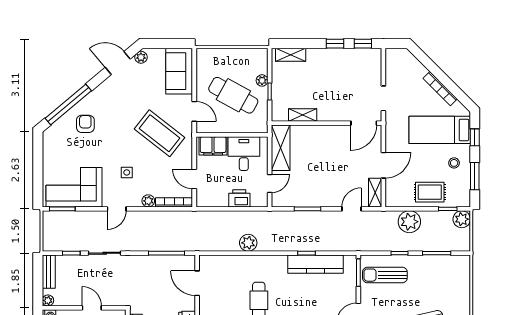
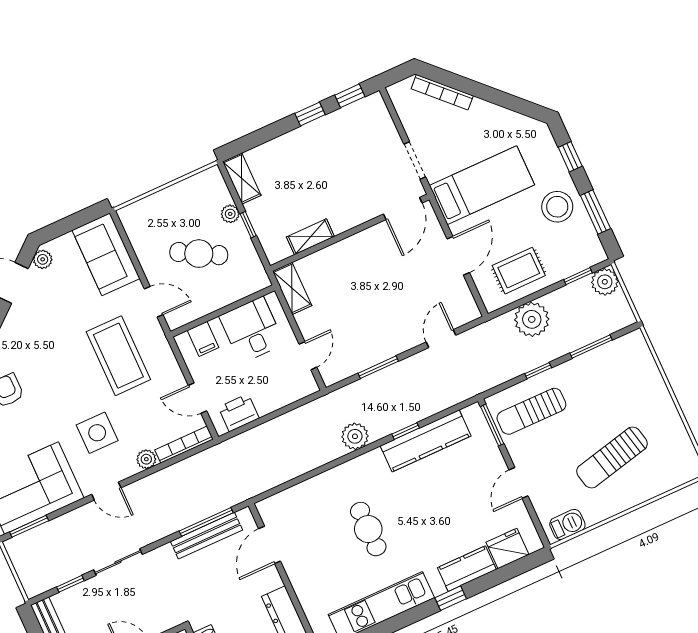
shelving: (291, 55) -> (242, 178), moved, turned 90
bookcase: (440, 89) -> (442, 92), moved
cafe table: (233, 95) -> (199, 254), width x0.73, depth x0.74
bed: (440, 130) -> (482, 185), moved, turned 180
coffee table: (159, 133) -> (118, 356), turned 52
filing cabinet: (213, 146) -> (203, 339), width x0.50
shelving: (281, 148) -> (292, 288), width x0.67, depth x0.75
stool: (454, 163) -> (557, 207), width x1.89, depth x1.89
side table: (127, 172) -> (97, 433), width x1.87, depth x1.87
rug: (430, 192) -> (519, 271), moved
shelving: (375, 193) -> (464, 300), removed
printer: (239, 198) -> (239, 413), moved
door: (117, 209) -> (106, 491), hinge flipped
plant: (248, 243) -> (355, 436), moved
bench: (163, 261) -> (206, 536), added
door: (197, 283) -> (270, 545), hinge flipped

